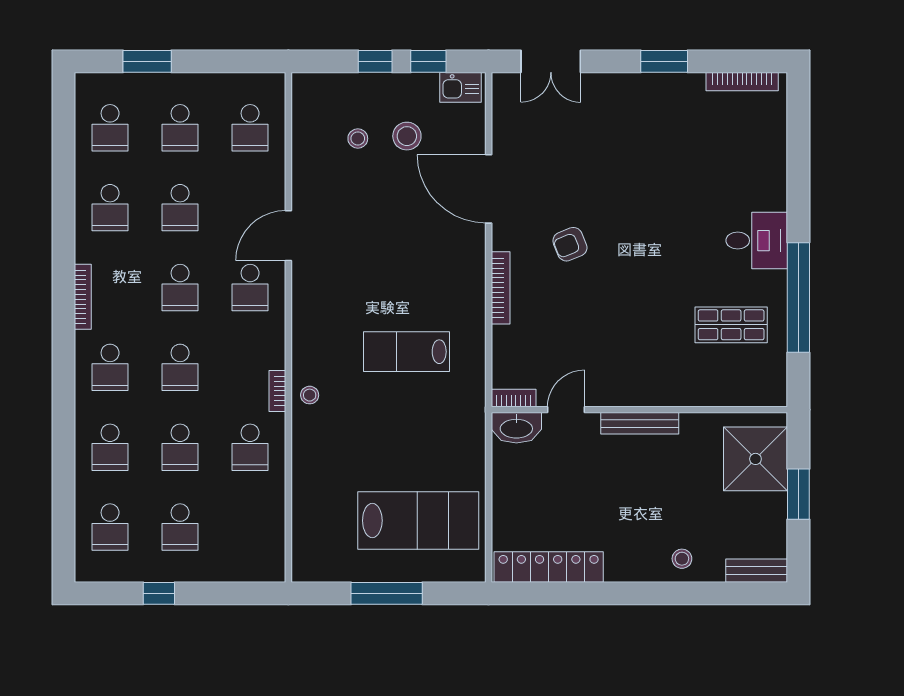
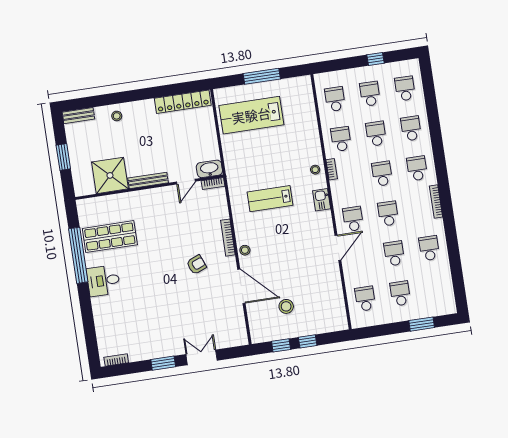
double door: (551, 61) -> (202, 357), moved
bookcase: (742, 82) -> (116, 360), width x0.64
kitchen sink: (460, 87) -> (322, 200), moved, turned -90
school desk: (110, 128) -> (335, 99), moved
stool: (358, 139) -> (245, 250), moved
shop shelf: (731, 325) -> (110, 237), width x1.43, depth x1.36
lab bench: (407, 352) -> (270, 199), turned 180
shower: (755, 459) -> (110, 175), moved

